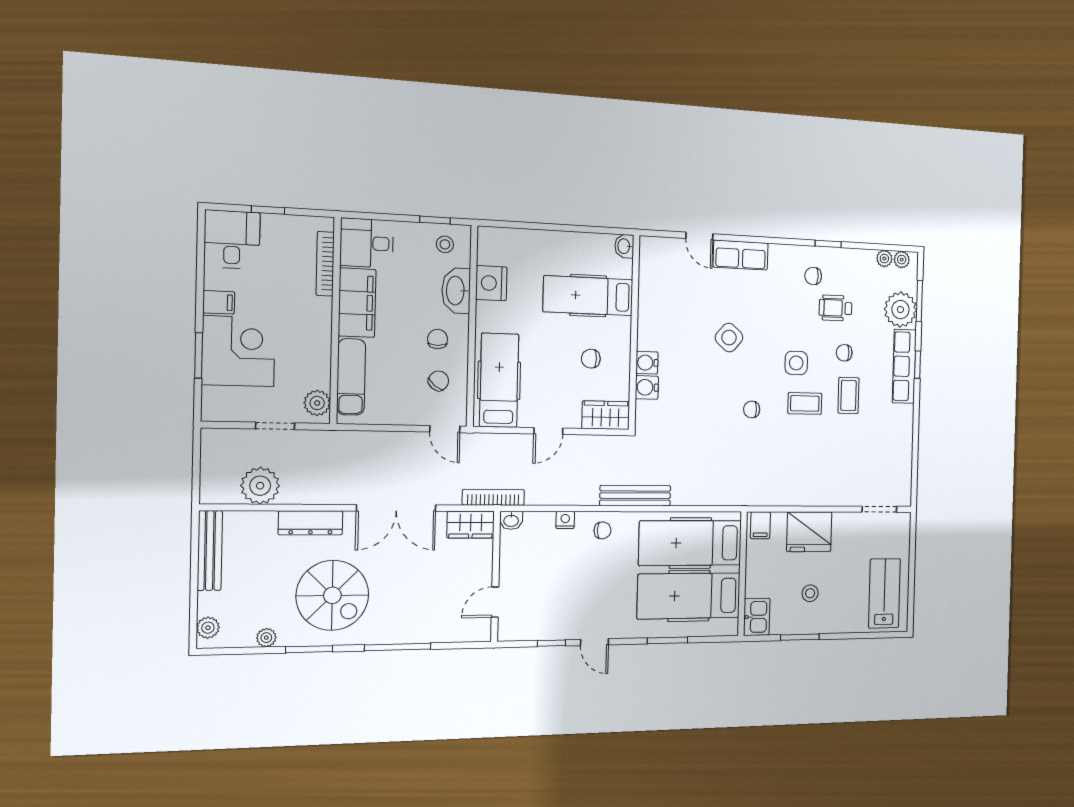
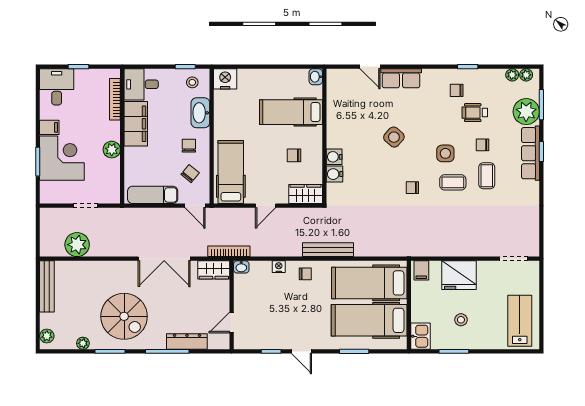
nightstand: (491, 283) -> (225, 79), moved, turned 90
exam couch: (351, 377) -> (153, 195), moved, turned -90
plant: (317, 403) -> (112, 150), moved
dresser: (311, 523) -> (187, 342), moved, turned 180

